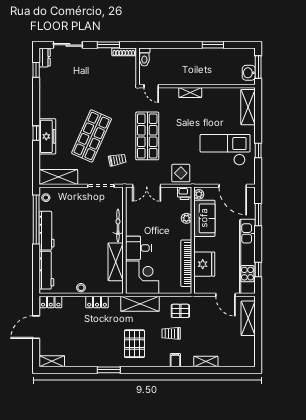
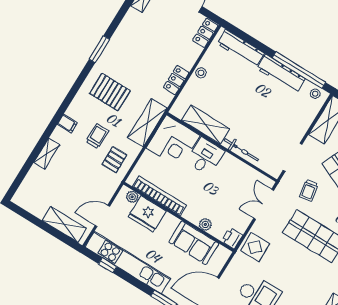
plant: (199, 194) -> (132, 197), moved

